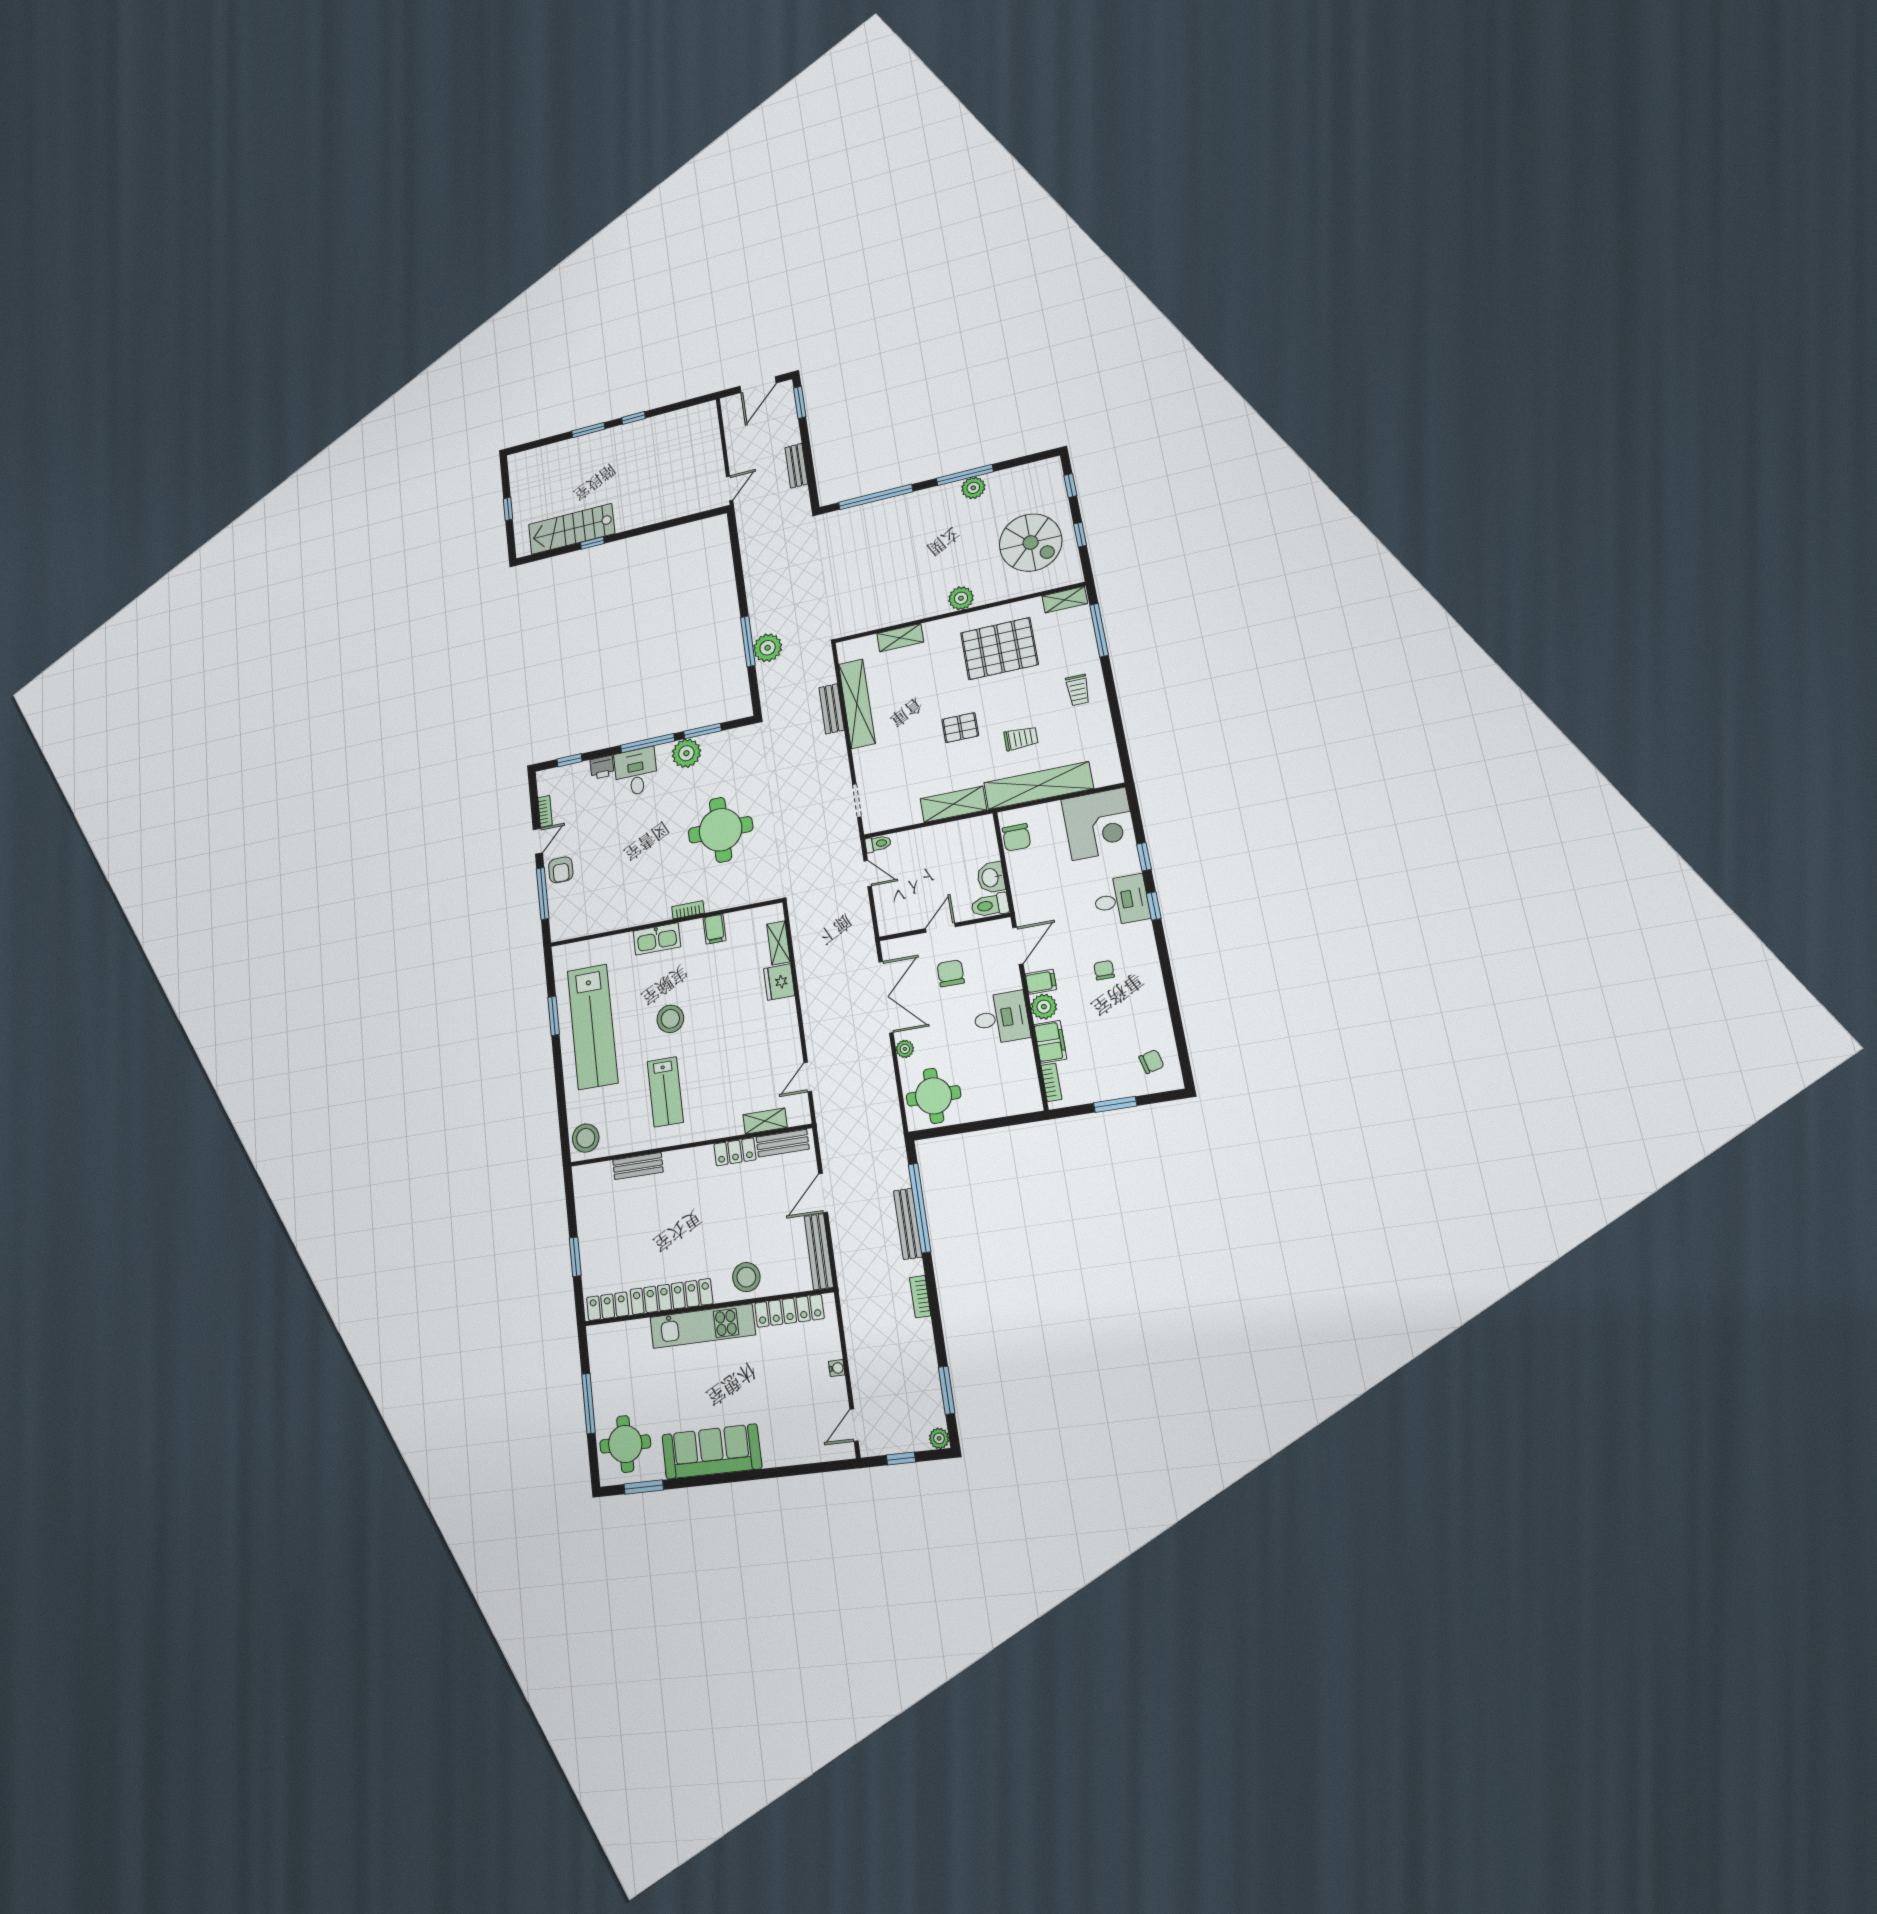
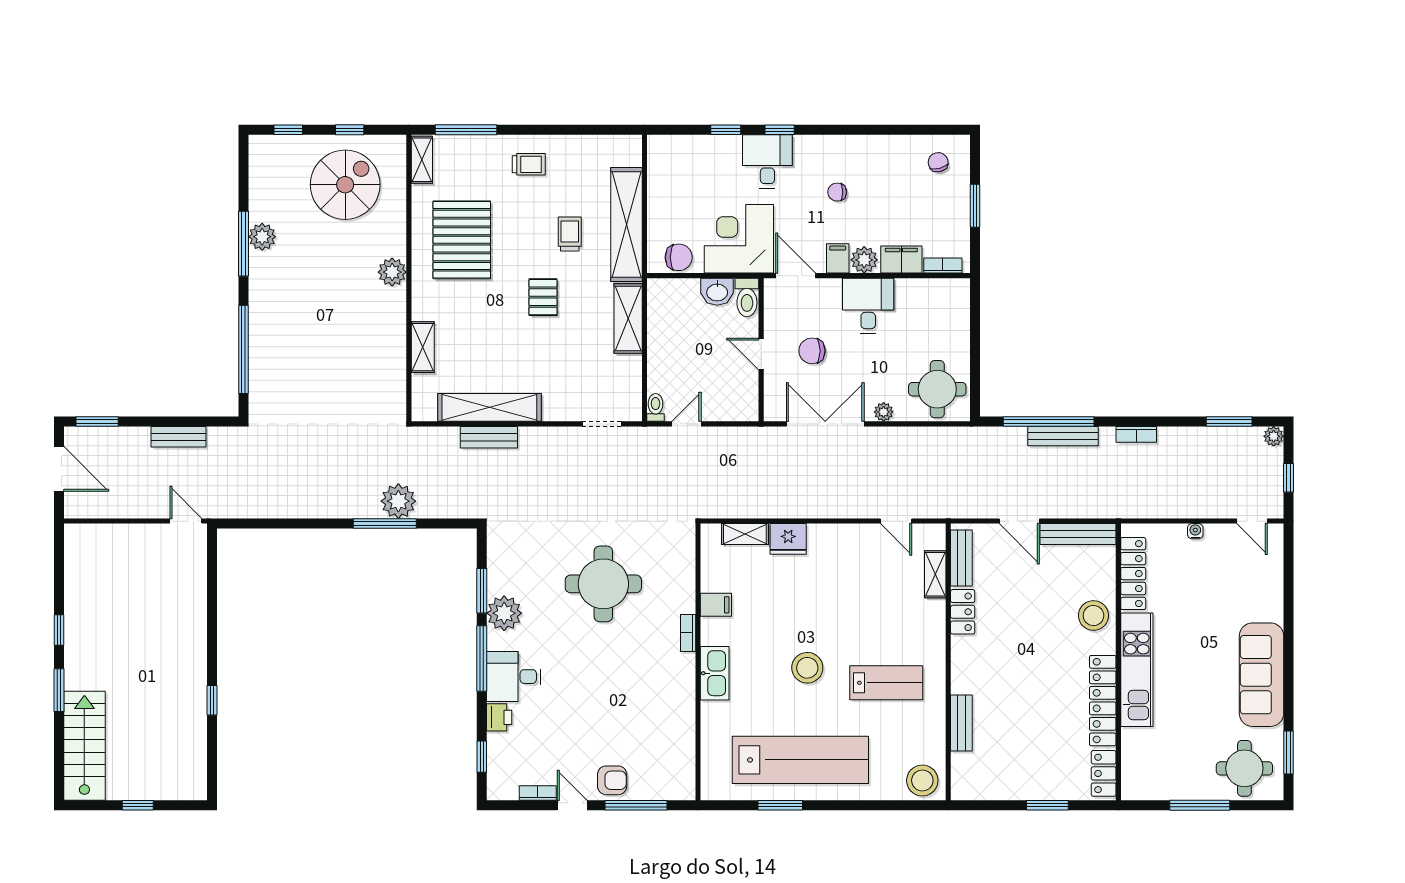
stairs: (571, 529) -> (84, 746), moved, turned 180
corner desk: (1099, 824) -> (739, 239), moved, turned -90

